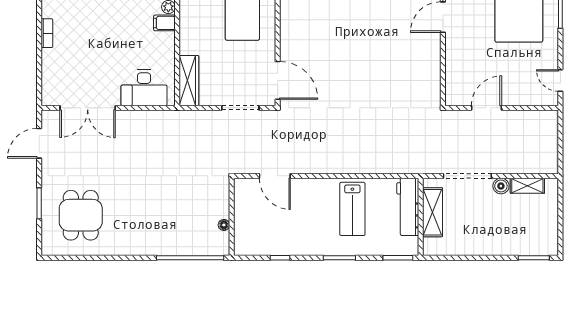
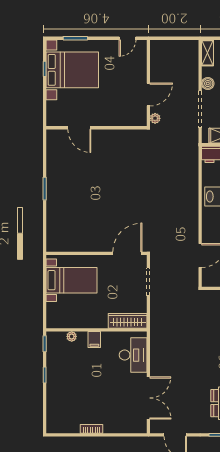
filing cabinet: (164, 23) -> (94, 340), moved
door: (486, 108) -> (148, 94), swing flipped
plant: (455, 117) -> (155, 118), added
shelving: (527, 186) -> (208, 53), moved

